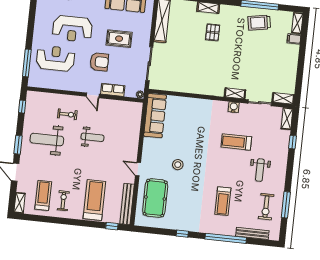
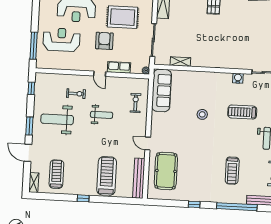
rug: (119, 39) -> (123, 17), width x1.36, depth x1.43
armchair: (99, 62) -> (104, 41), turned -90
shelving: (235, 93) -> (180, 62), moved
stool: (178, 165) -> (202, 114), moved
exercise bike: (63, 201) -> (136, 103), moved
window: (112, 226) -> (83, 198), moved

